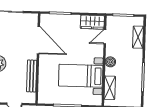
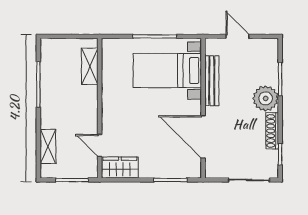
door: (105, 37) -> (100, 145), swing flipped
boiler: (110, 62) -> (90, 107), removed
bed with nightstands: (81, 76) -> (167, 71), moved, turned 180

